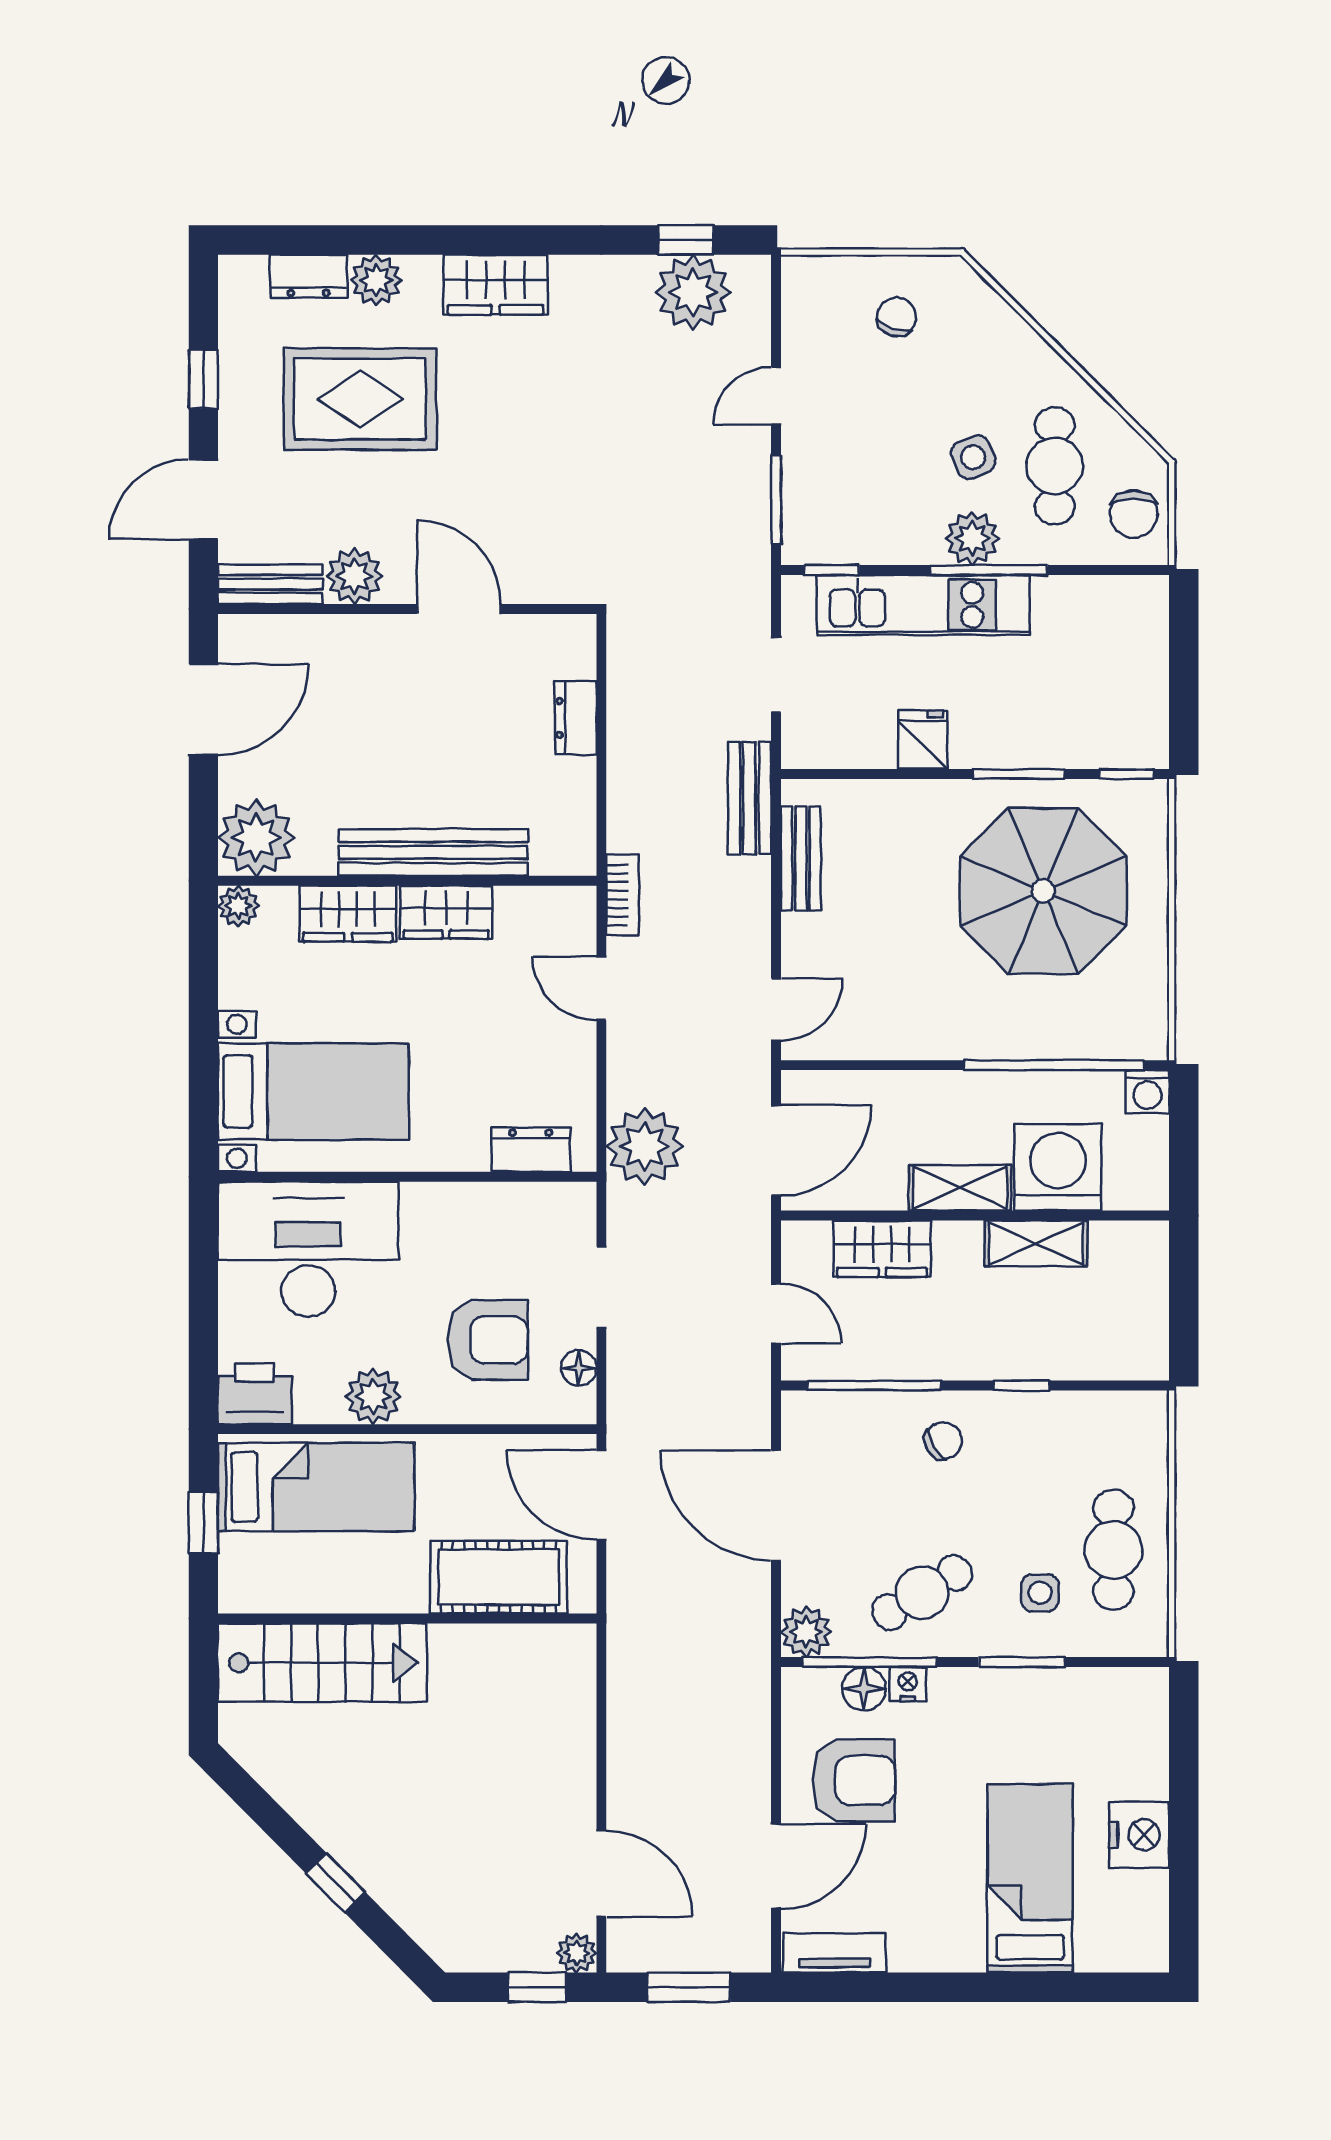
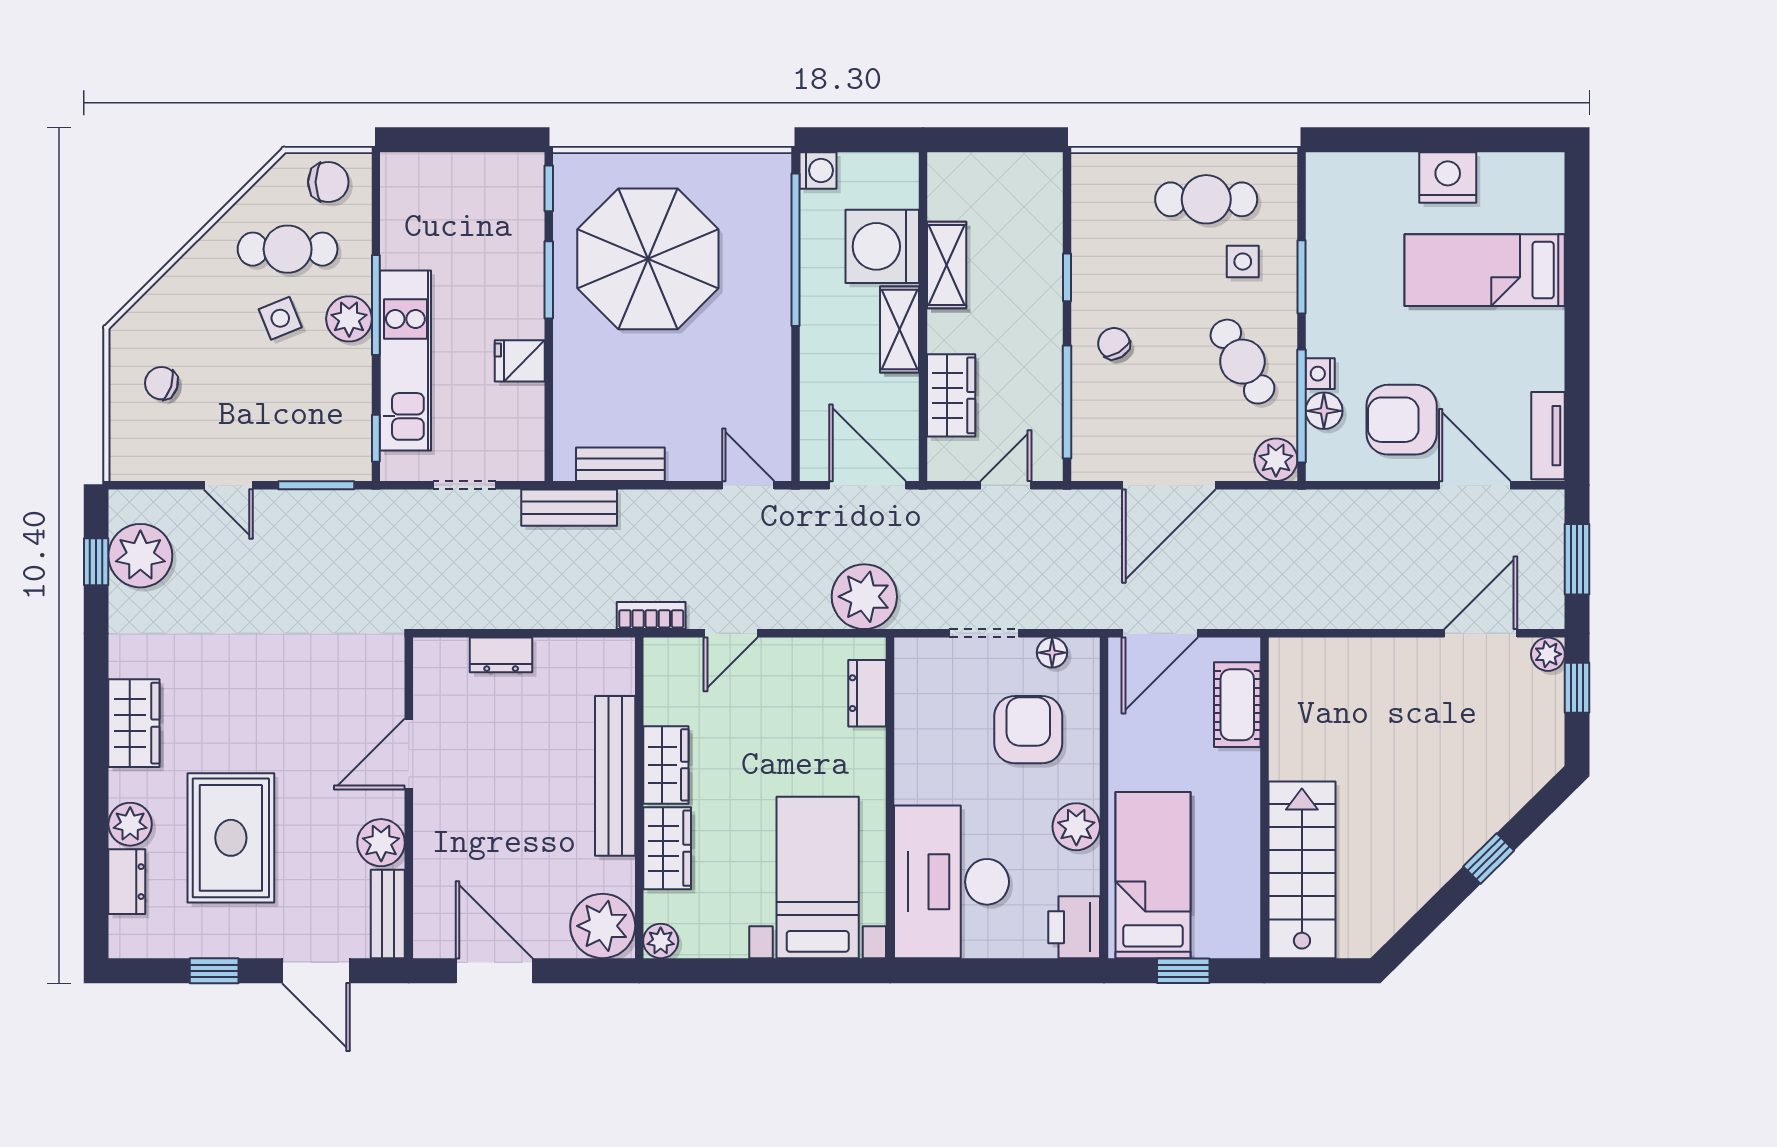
cot: (499, 1577) -> (1237, 705), width x0.73, depth x0.75
armchair: (853, 1780) -> (1402, 420), turned -90

